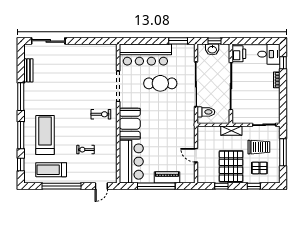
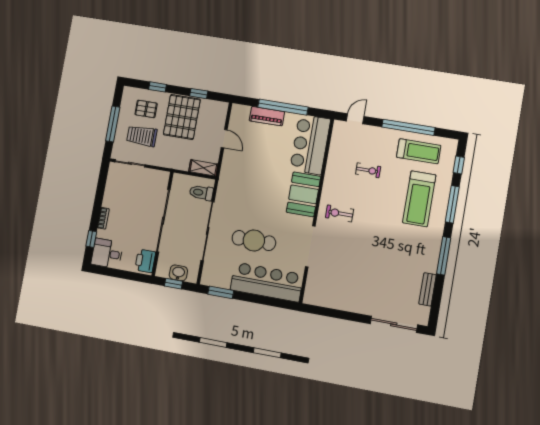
shelving: (231, 131) -> (203, 168), moved

